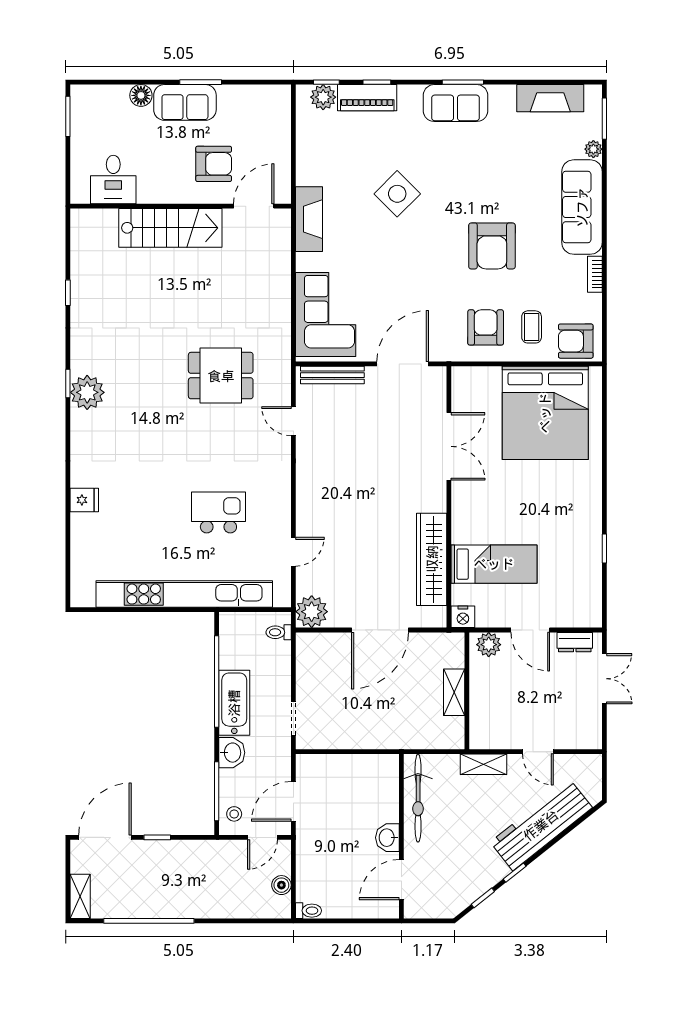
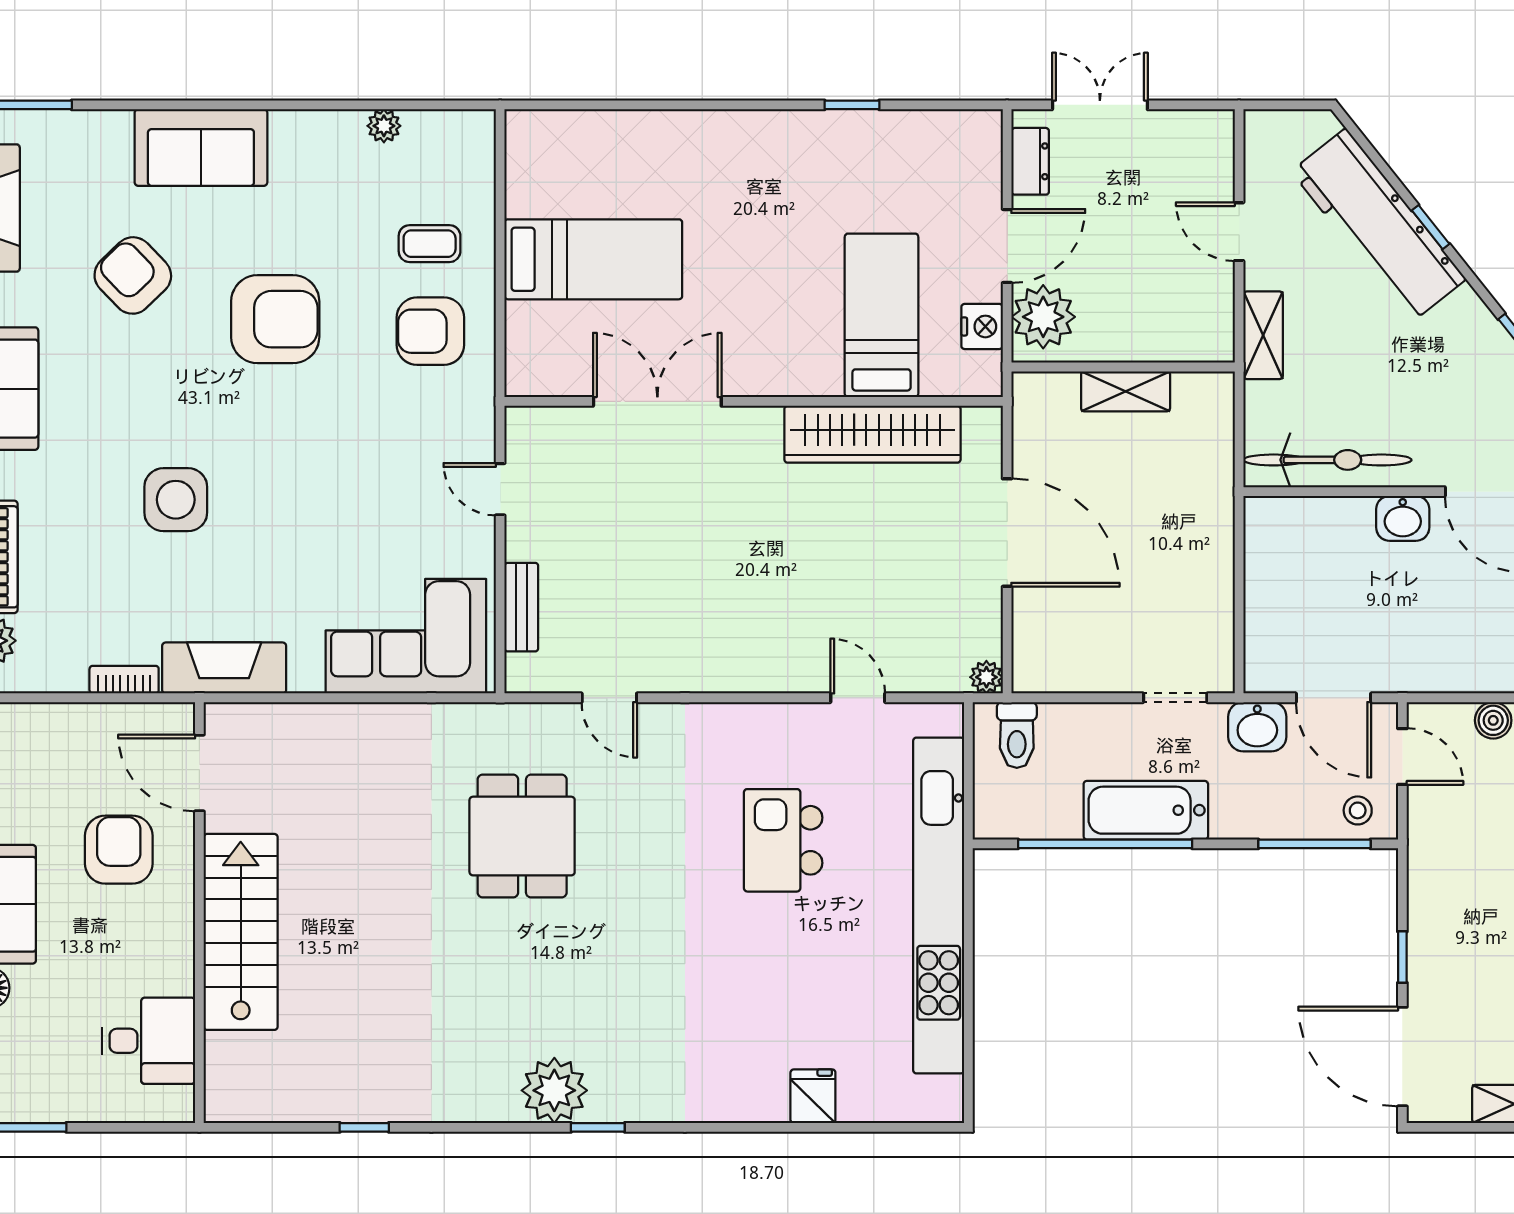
plant: (593, 149) -> (384, 126), moved
side table: (397, 194) -> (176, 500), turned 45
sofa: (582, 207) -> (201, 148), width x0.73
bookcase: (595, 274) -> (124, 680), moved, turned 180
armchair: (576, 341) -> (133, 275), moved, turned 136
door: (403, 364) -> (500, 489), width x0.53
bench: (332, 375) -> (521, 607), width x0.73
window: (68, 384) -> (598, 1127), moved
bed: (545, 413) -> (593, 259), width x0.49
door: (293, 421) -> (609, 698), hinge flipped
fridge: (84, 500) -> (813, 1096), moved
plant: (312, 612) -> (986, 677), width x0.53, depth x0.53
nightstand: (463, 617) -> (982, 326), moved
toilet: (279, 632) -> (1017, 735), width x1.37, depth x1.39
plant: (489, 645) -> (1043, 317), width x1.36, depth x1.36
door: (538, 752) -> (1239, 232), swing flipped
washbasin: (232, 753) -> (1257, 727), moved, turned 180
window: (515, 873) -> (1431, 227), moved

